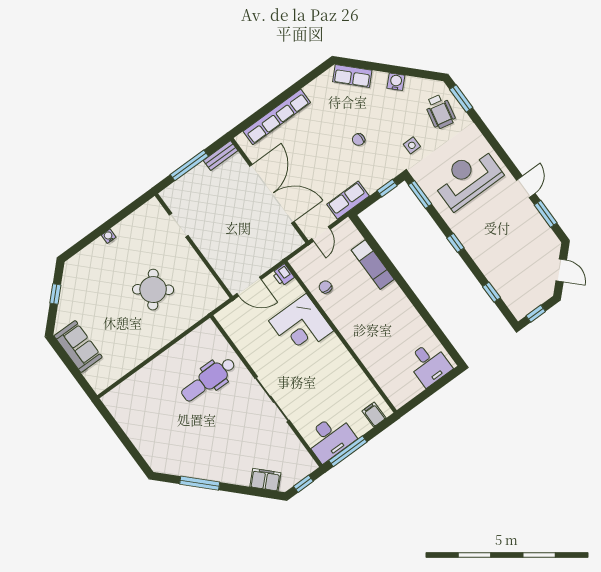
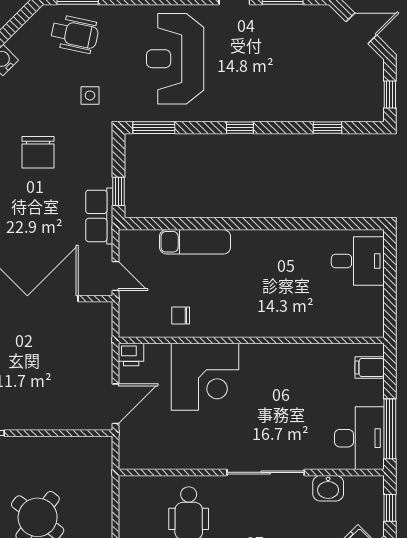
chair: (359, 140) -> (38, 152), width x1.87, depth x1.87
window: (387, 188) -> (119, 191), moved
washbasin: (289, 441) -> (328, 488), added

